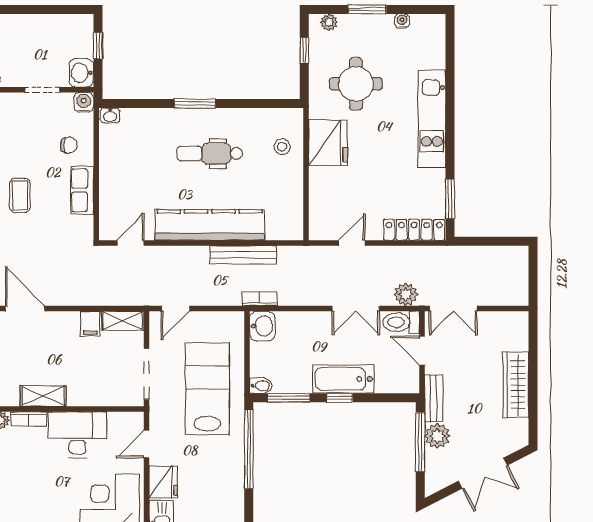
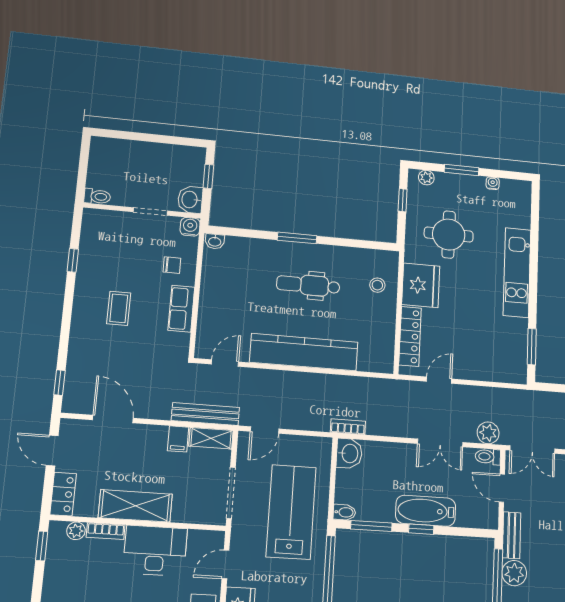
locker: (414, 230) -> (410, 336), moved, turned 90
bench: (243, 255) -> (205, 414), moved
toilet: (401, 322) -> (488, 457), width x0.73, depth x0.72
shelving: (43, 396) -> (135, 506), width x1.50, depth x1.33

